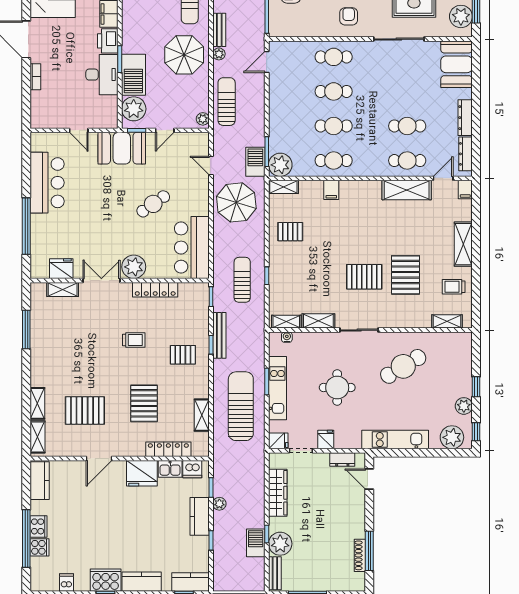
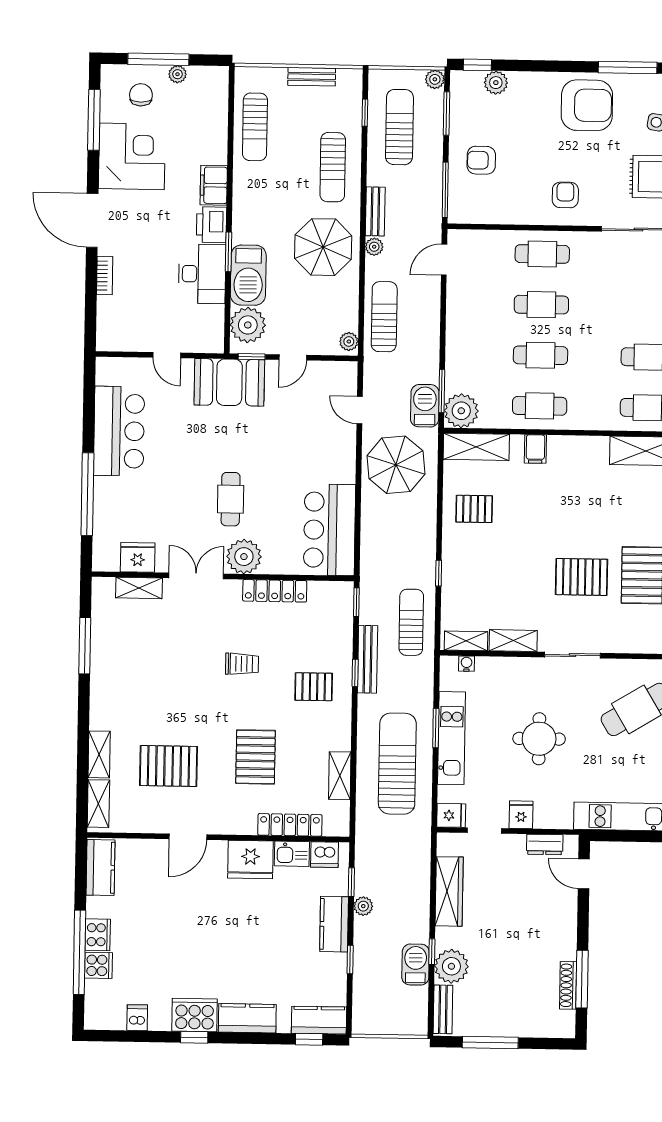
shelving: (283, 187) -> (476, 447), width x1.50, depth x1.33
cafe table: (153, 204) -> (231, 499), moved, turned -55
sun lounger: (242, 280) -> (411, 622), moved

